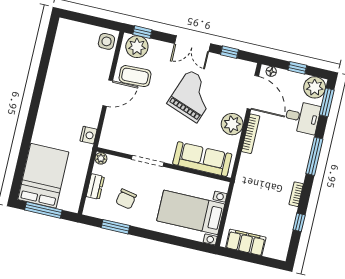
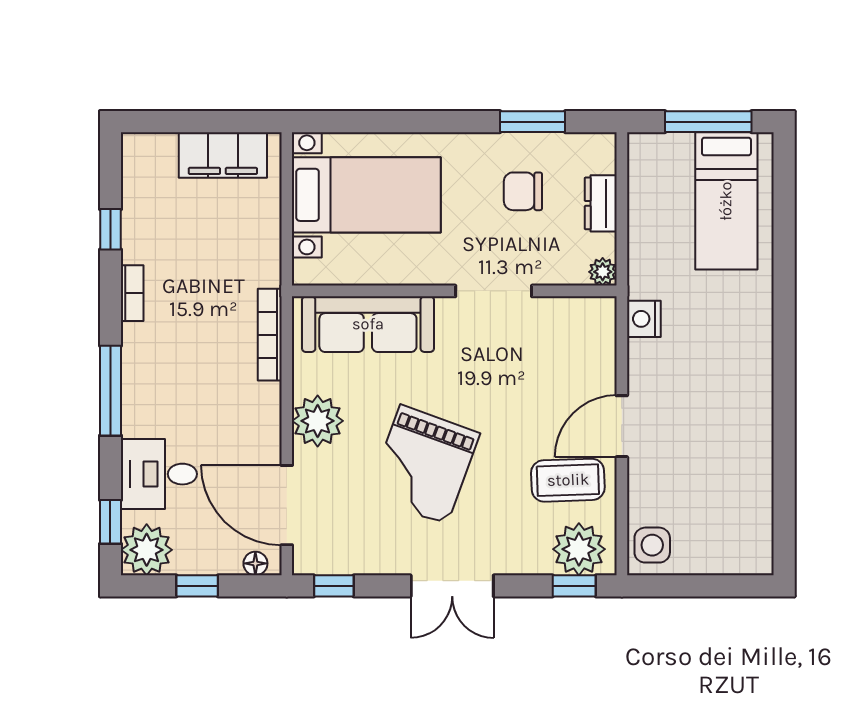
double door: (193, 44) -> (452, 586), swing flipped
window: (229, 52) -> (334, 586), moved
window: (327, 102) -> (110, 522), width x0.67
bookcase: (251, 134) -> (270, 335), moved
bed: (43, 176) -> (726, 201), width x0.67
chair: (126, 199) -> (523, 191), turned -101

